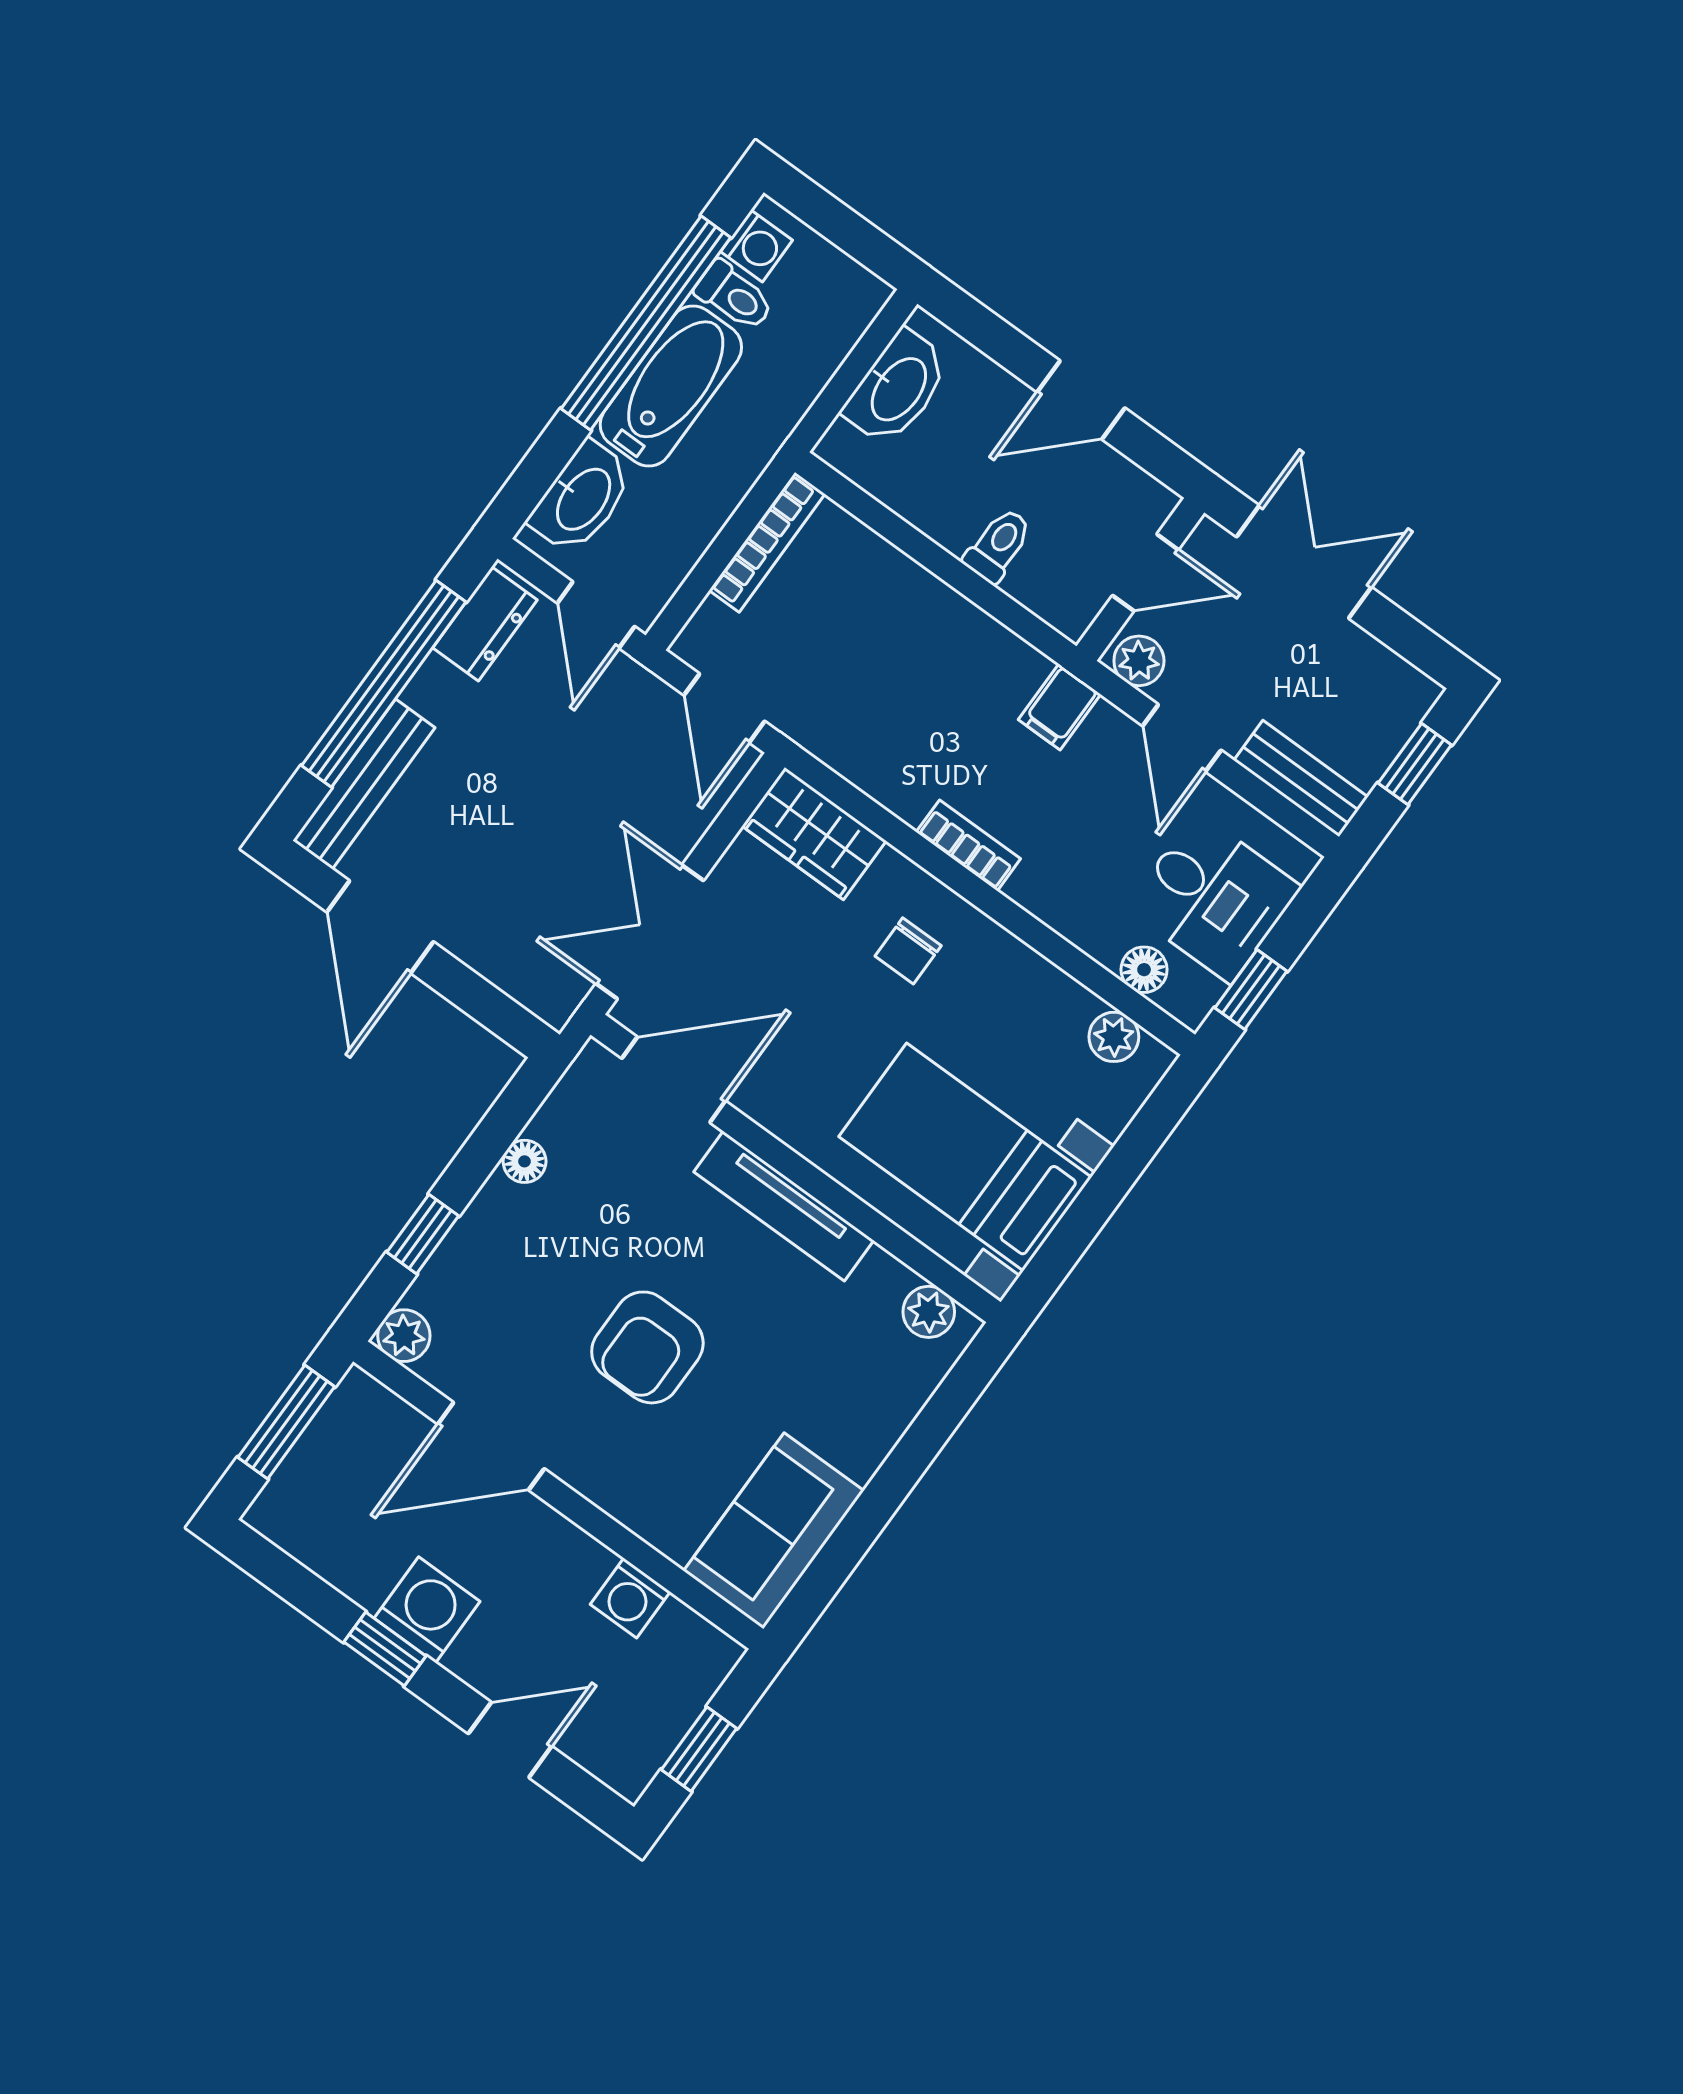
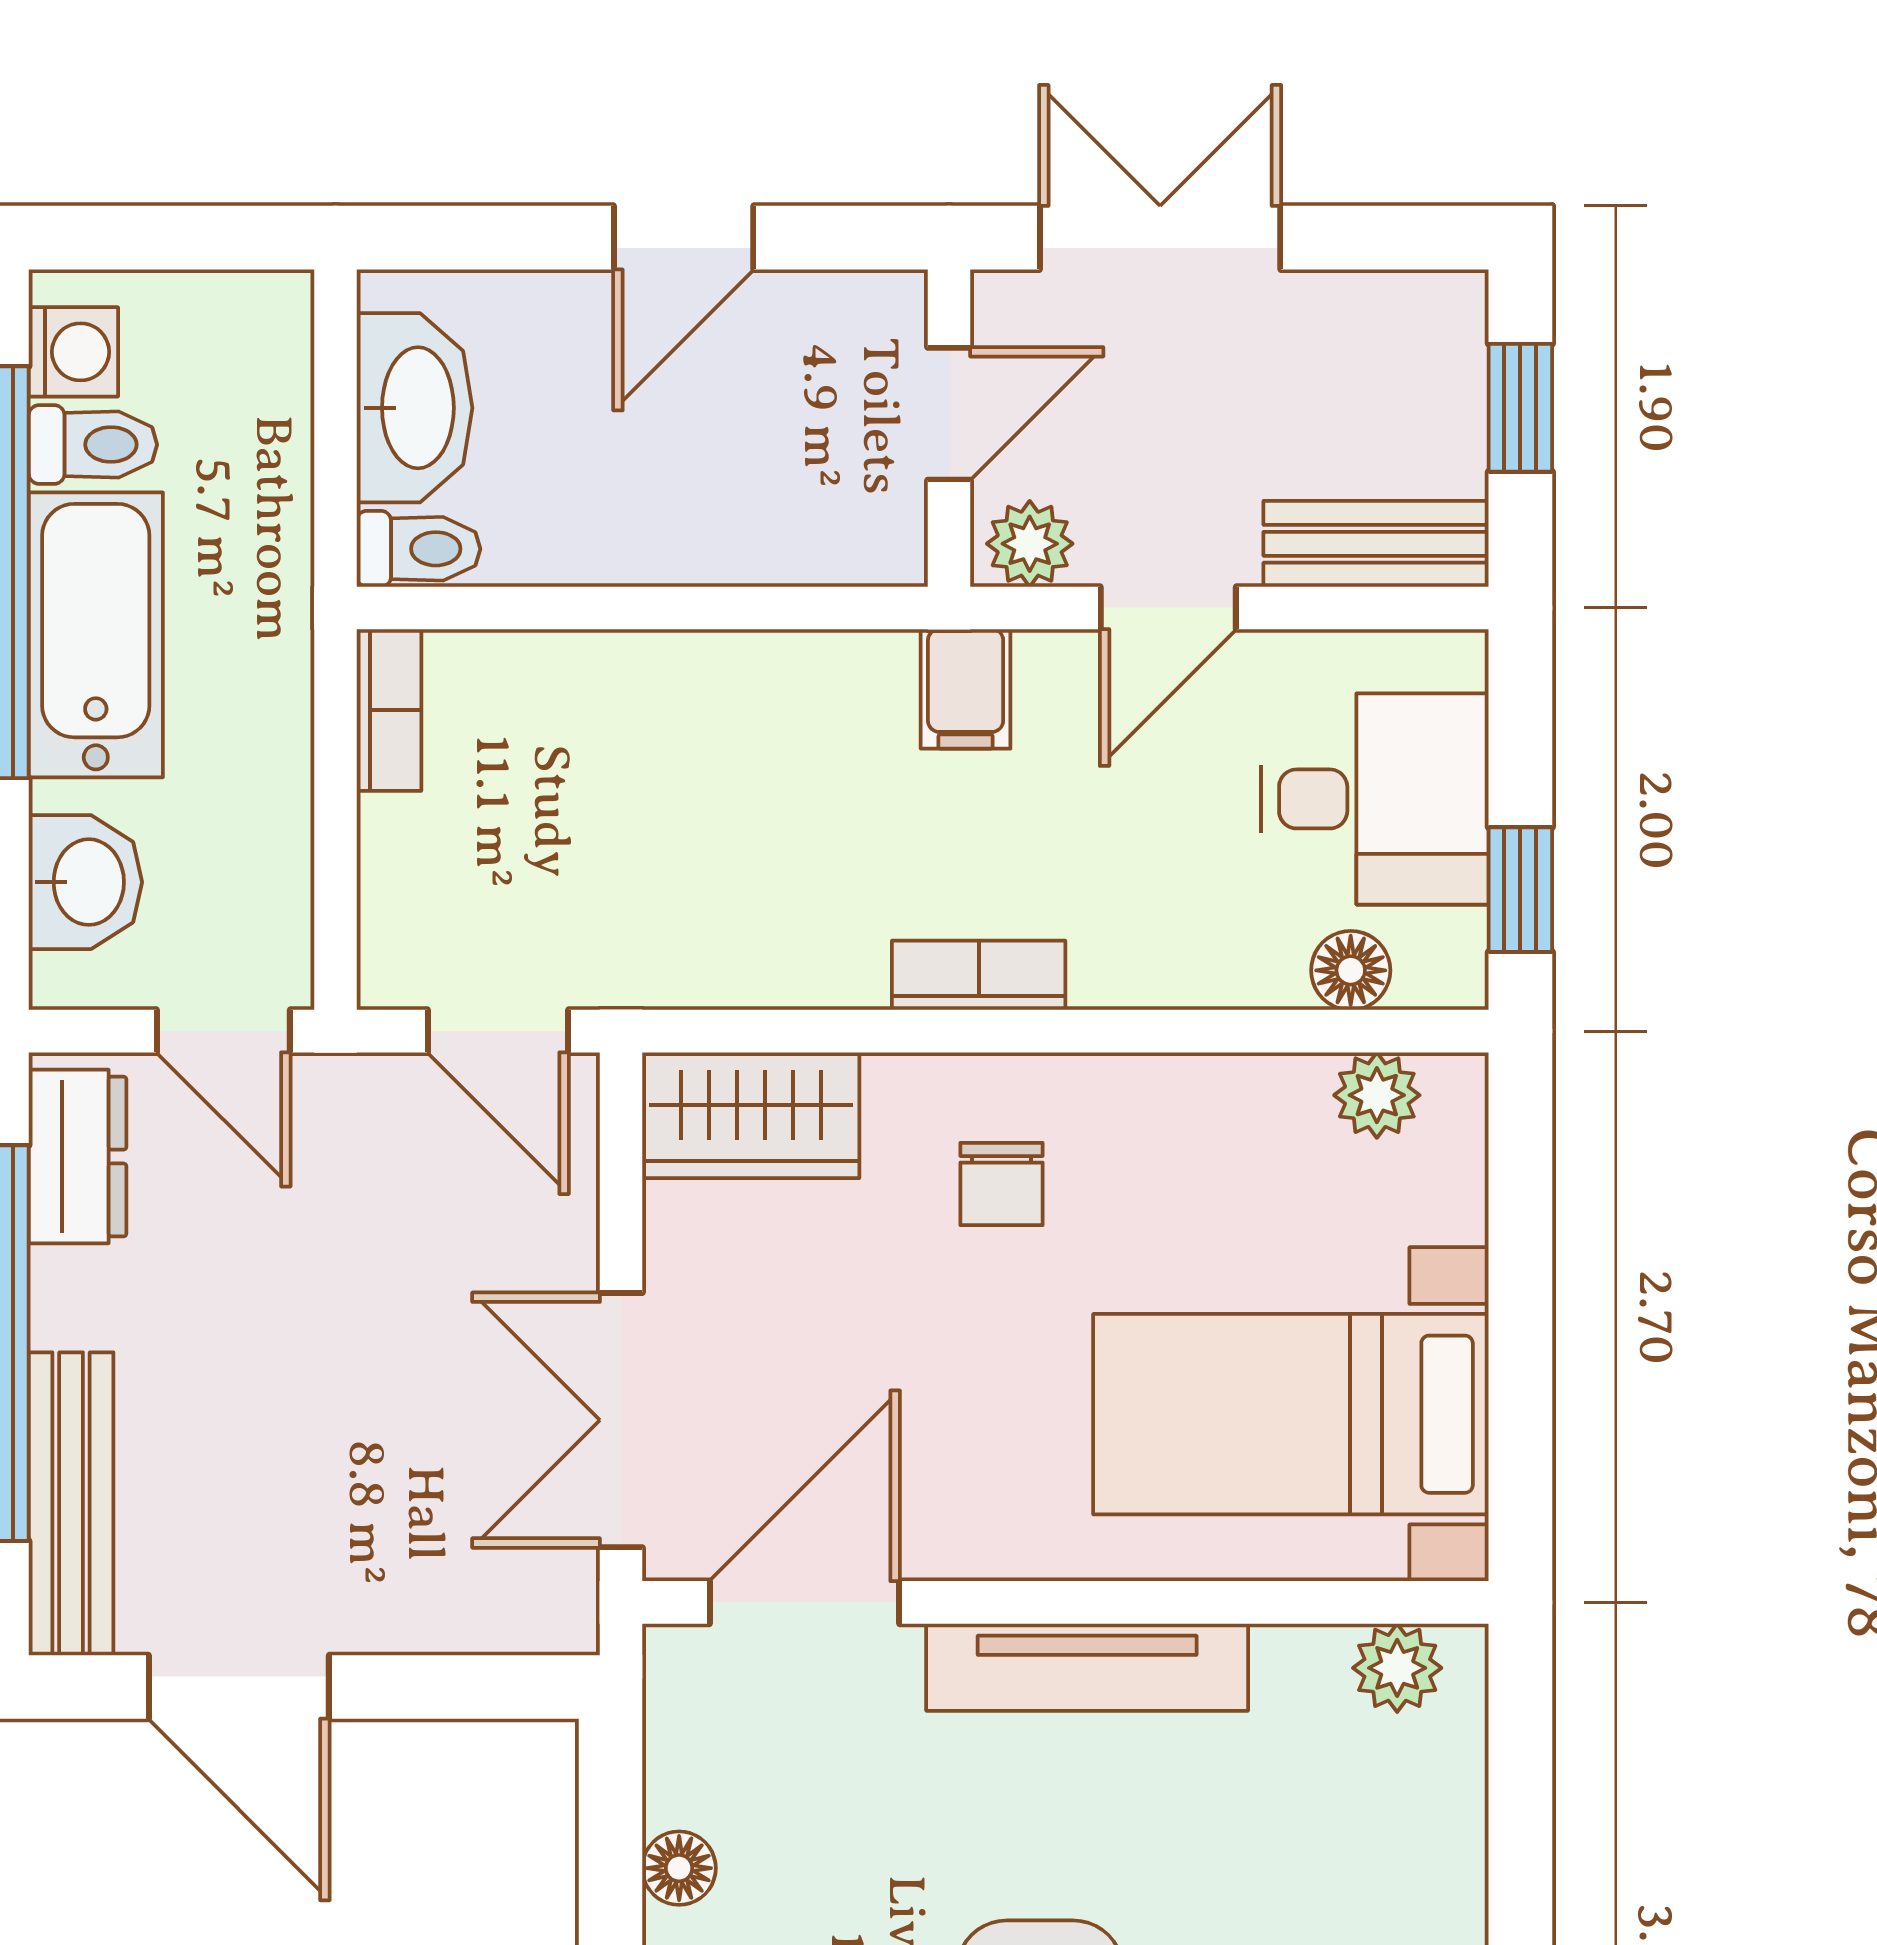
washbasin: (582, 498) -> (85, 882), width x0.72
bookcase: (767, 542) -> (389, 710), width x0.64
toilet: (998, 545) -> (418, 549), moved, turned 90
door: (1182, 738) -> (1168, 608), hinge flipped

